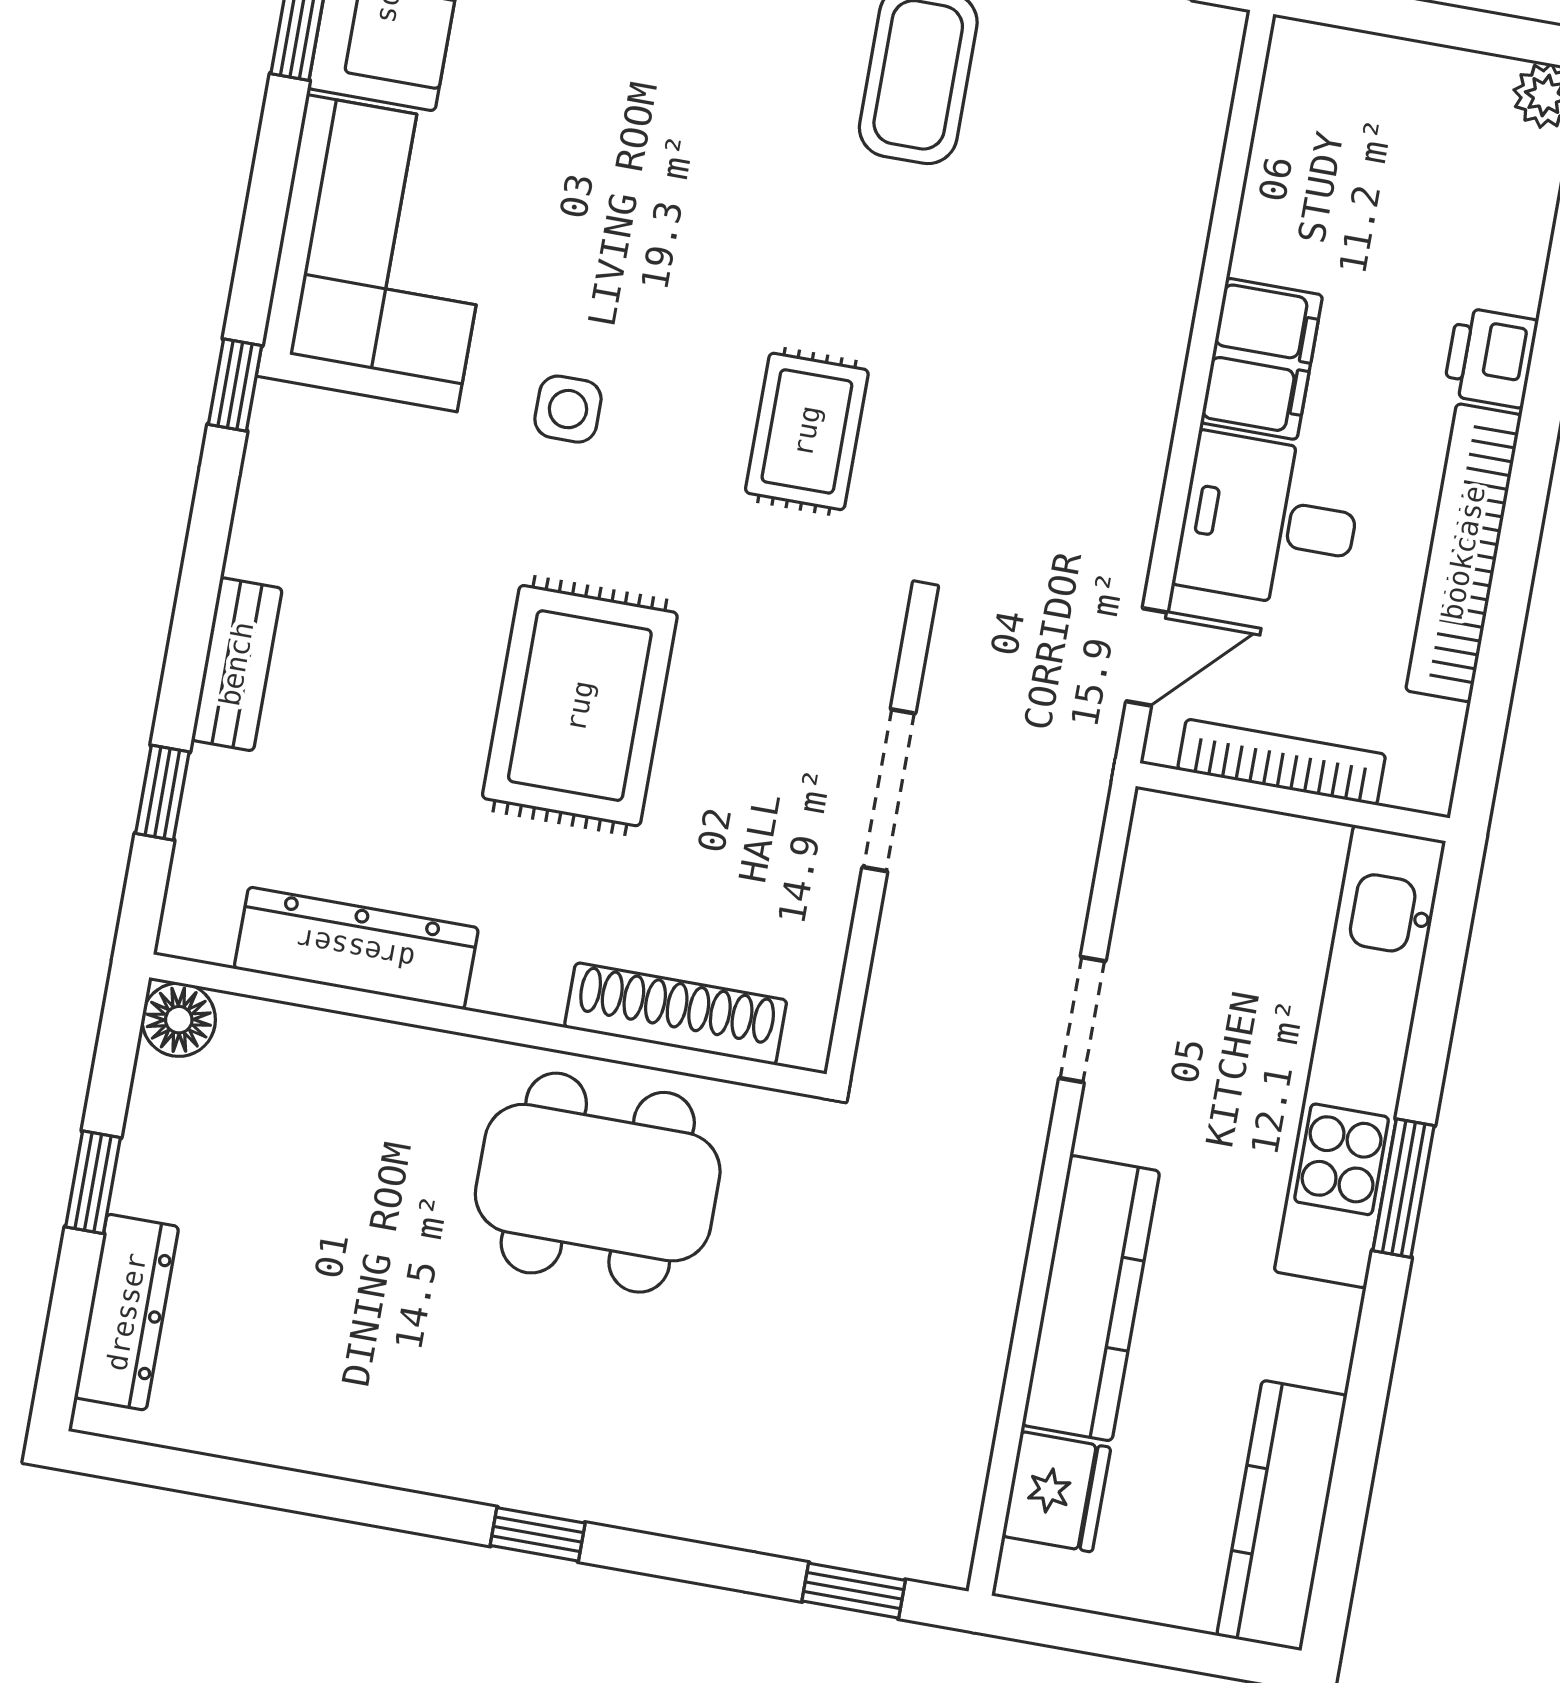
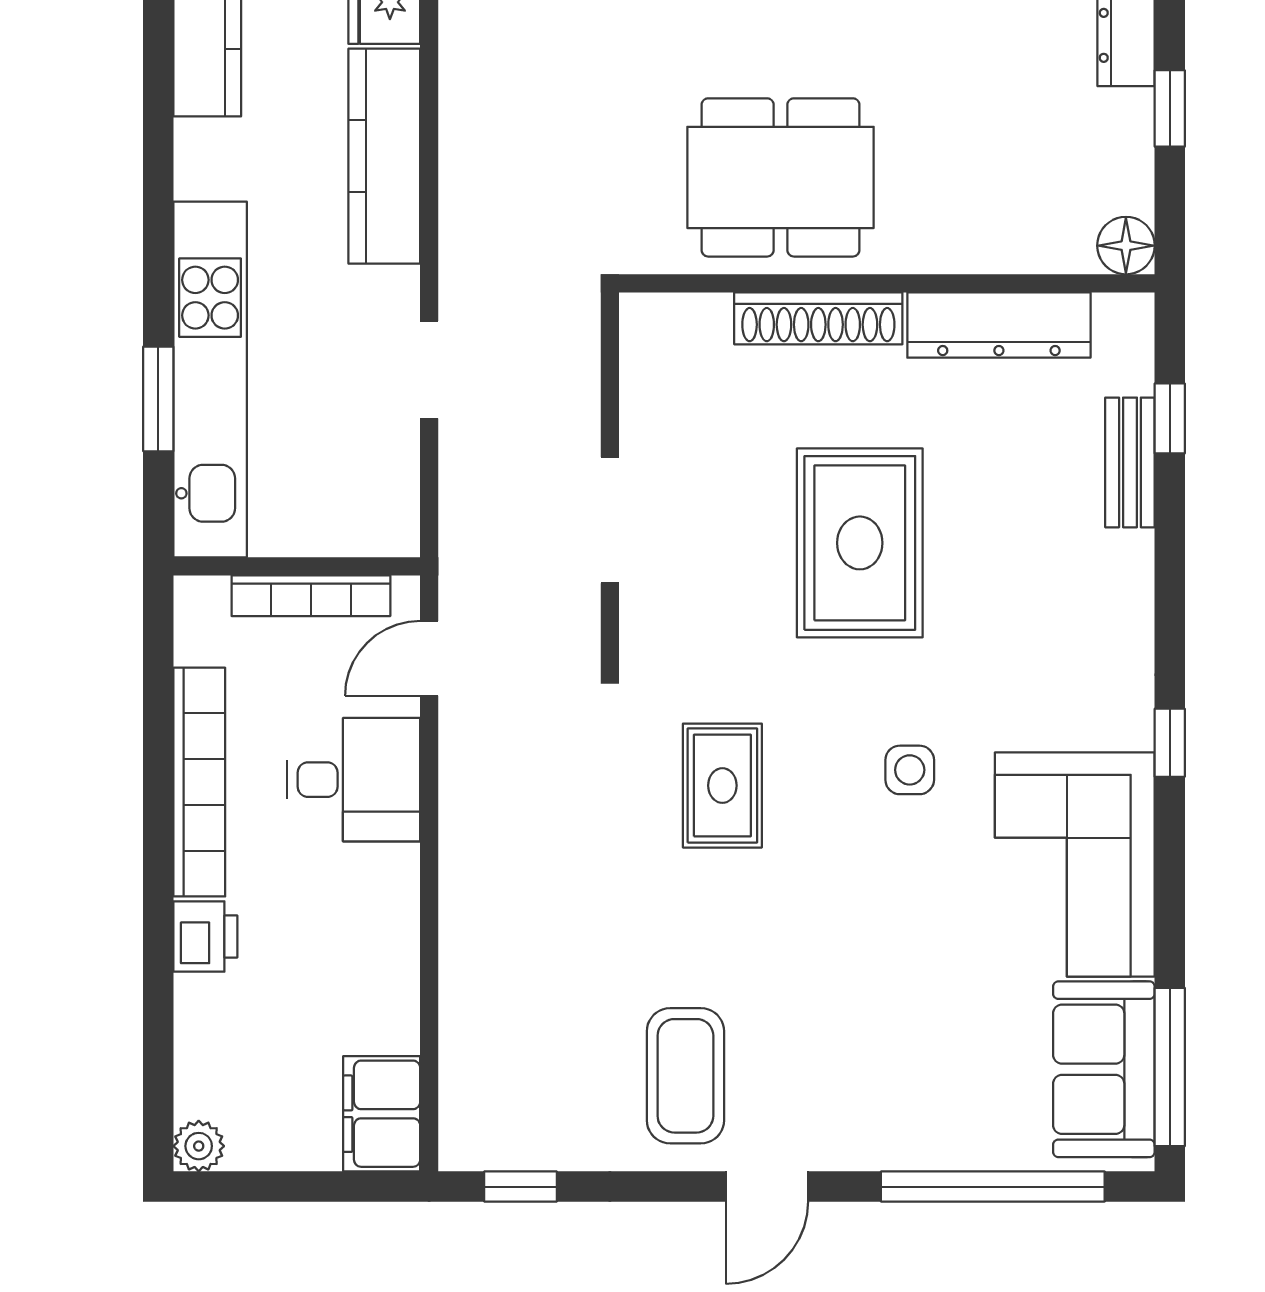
filing cabinet: (1262, 359) -> (382, 1114), moved
bench: (237, 664) -> (1130, 462), moved
shoe rack: (676, 1014) -> (818, 318), moved
window: (1404, 1188) -> (158, 399), moved

